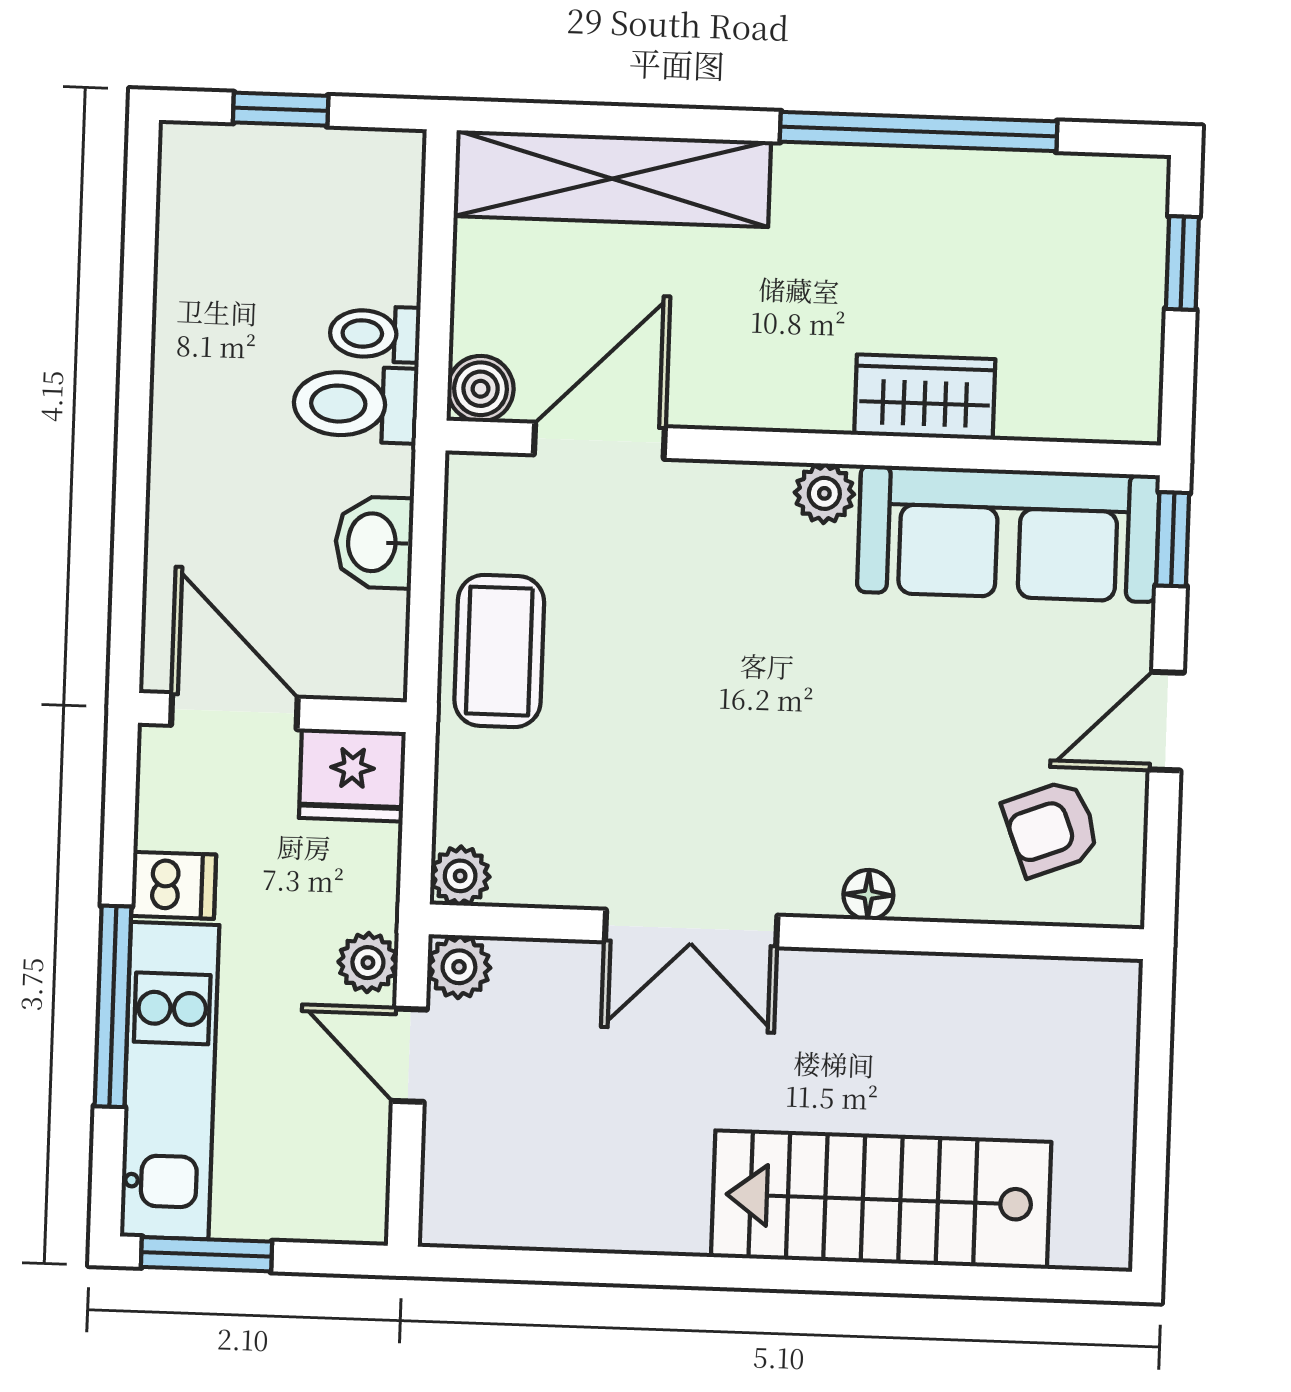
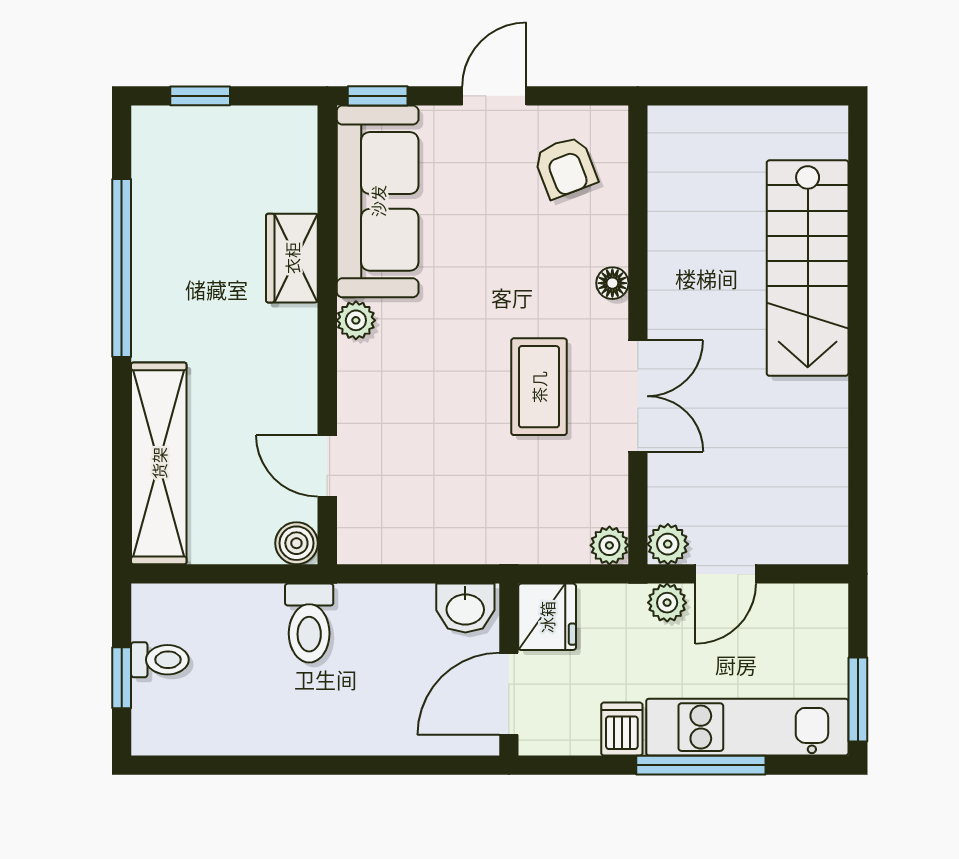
toilet: (375, 334) -> (160, 660), moved, turned -90
door: (599, 441) -> (327, 466), width x0.73
washbasin: (374, 542) -> (465, 608), moved
coffee table: (499, 651) -> (539, 387), moved, turned 90
door: (1166, 721) -> (494, 96), swing flipped

